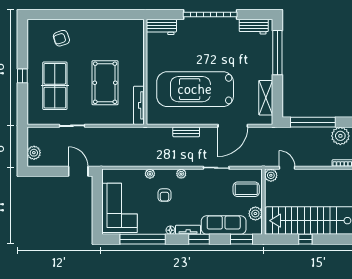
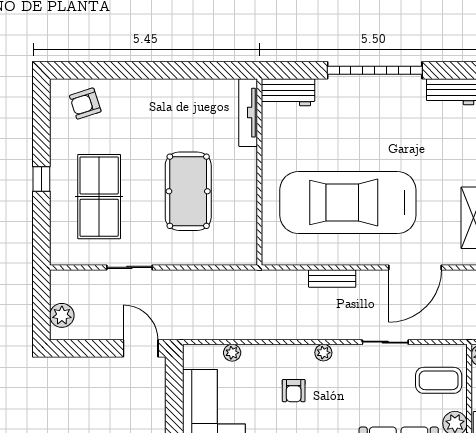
armchair: (61, 38) -> (85, 104), moved
tv unit: (139, 105) -> (248, 113), moved
plant: (150, 174) -> (232, 353), moved

